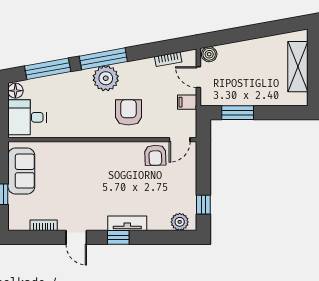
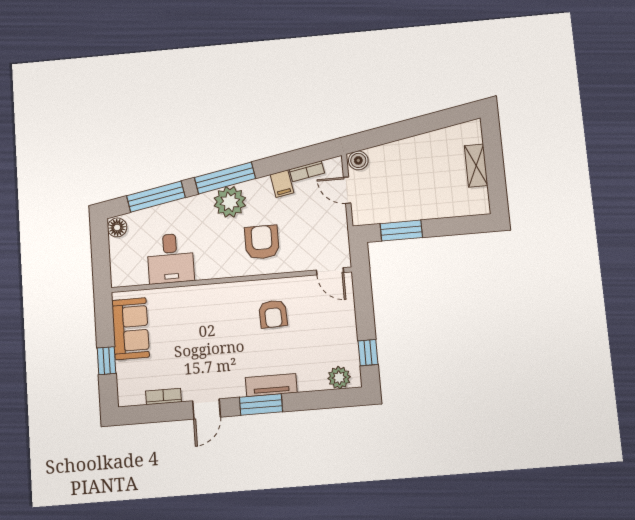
shelving: (298, 67) -> (476, 166), width x0.67, depth x0.75
filing cabinet: (187, 102) -> (282, 184), moved, turned -100
desk: (27, 117) -> (170, 258), moved, turned -90
door: (180, 140) -> (330, 271), hinge flipped
armchair: (155, 155) -> (273, 314), moved
door: (76, 237) -> (206, 409), hinge flipped
window: (118, 237) -> (261, 405), width x1.50

